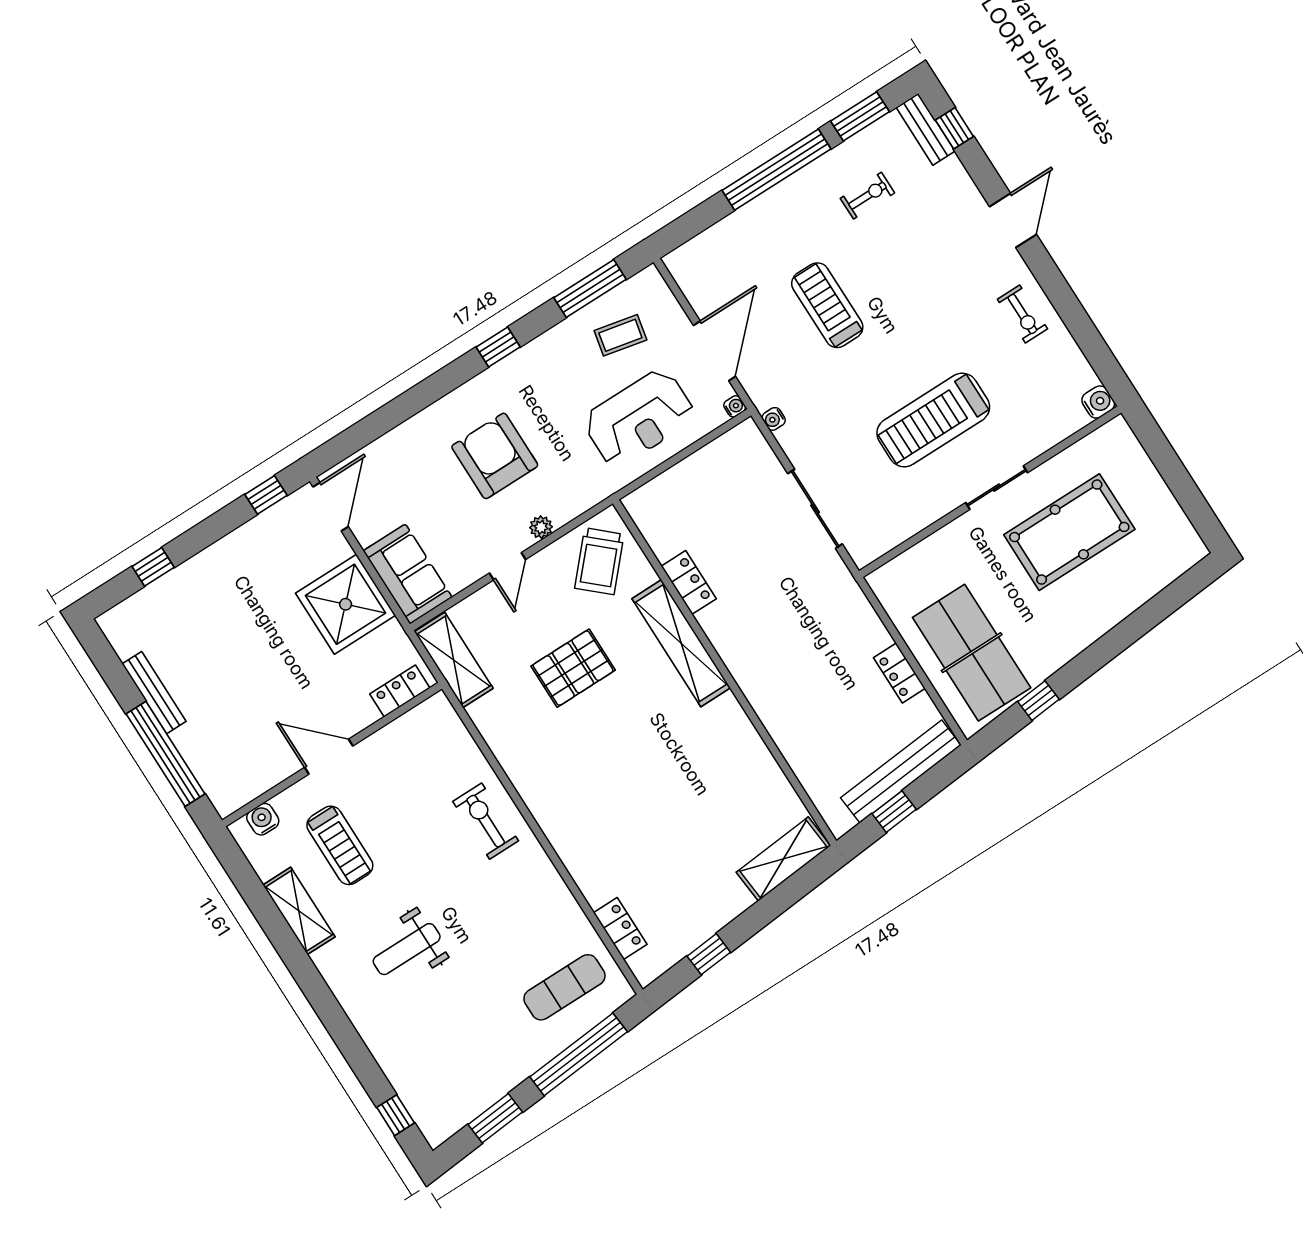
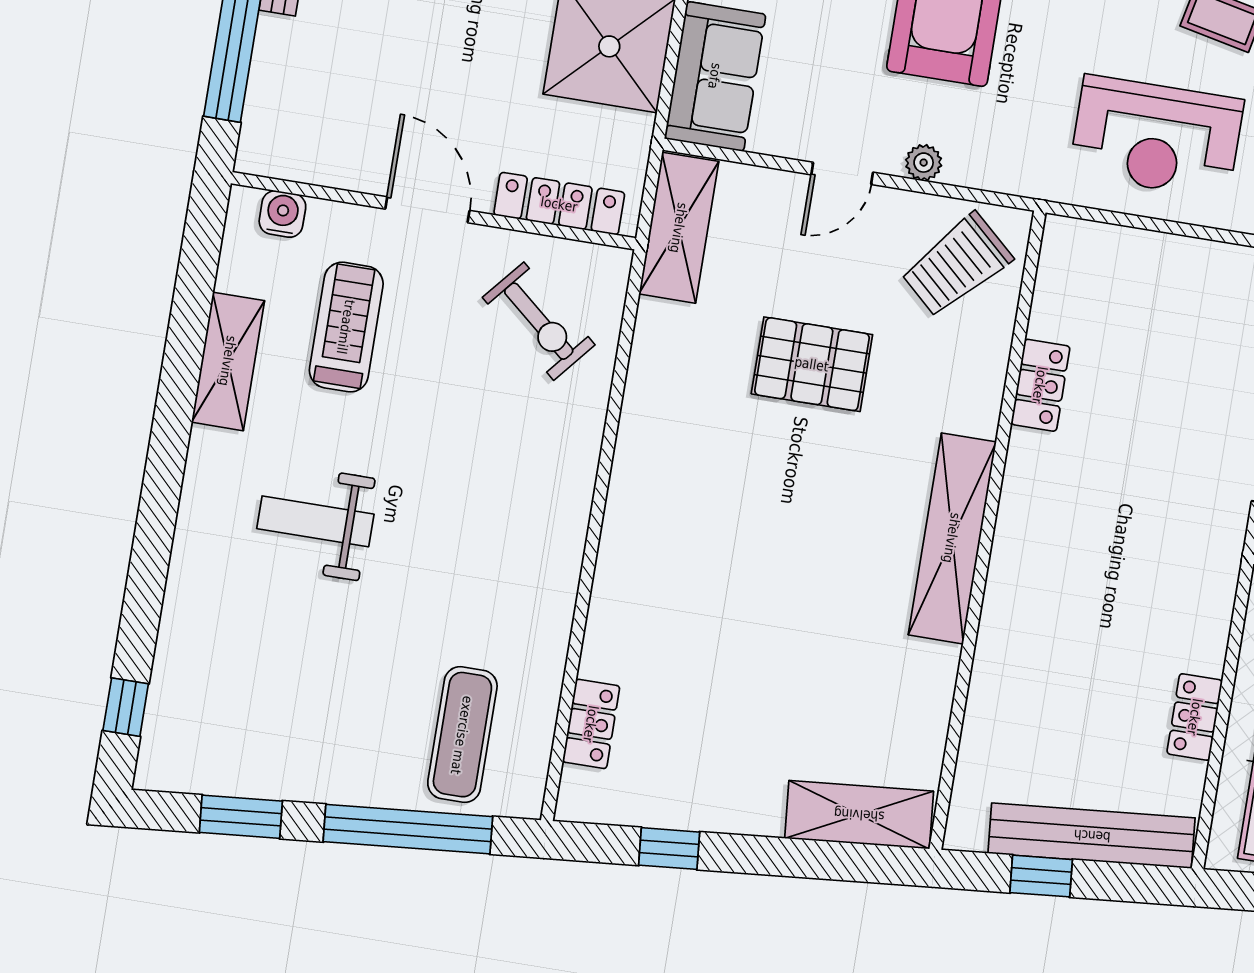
shelving: (681, 643) -> (952, 538), moved
locker: (400, 691) -> (559, 204), width x1.53
exercise bike: (486, 821) -> (539, 321), moved, turned 130
treadmill: (340, 845) -> (346, 327), turned 180
exercise mat: (564, 987) -> (462, 735), turned 90

